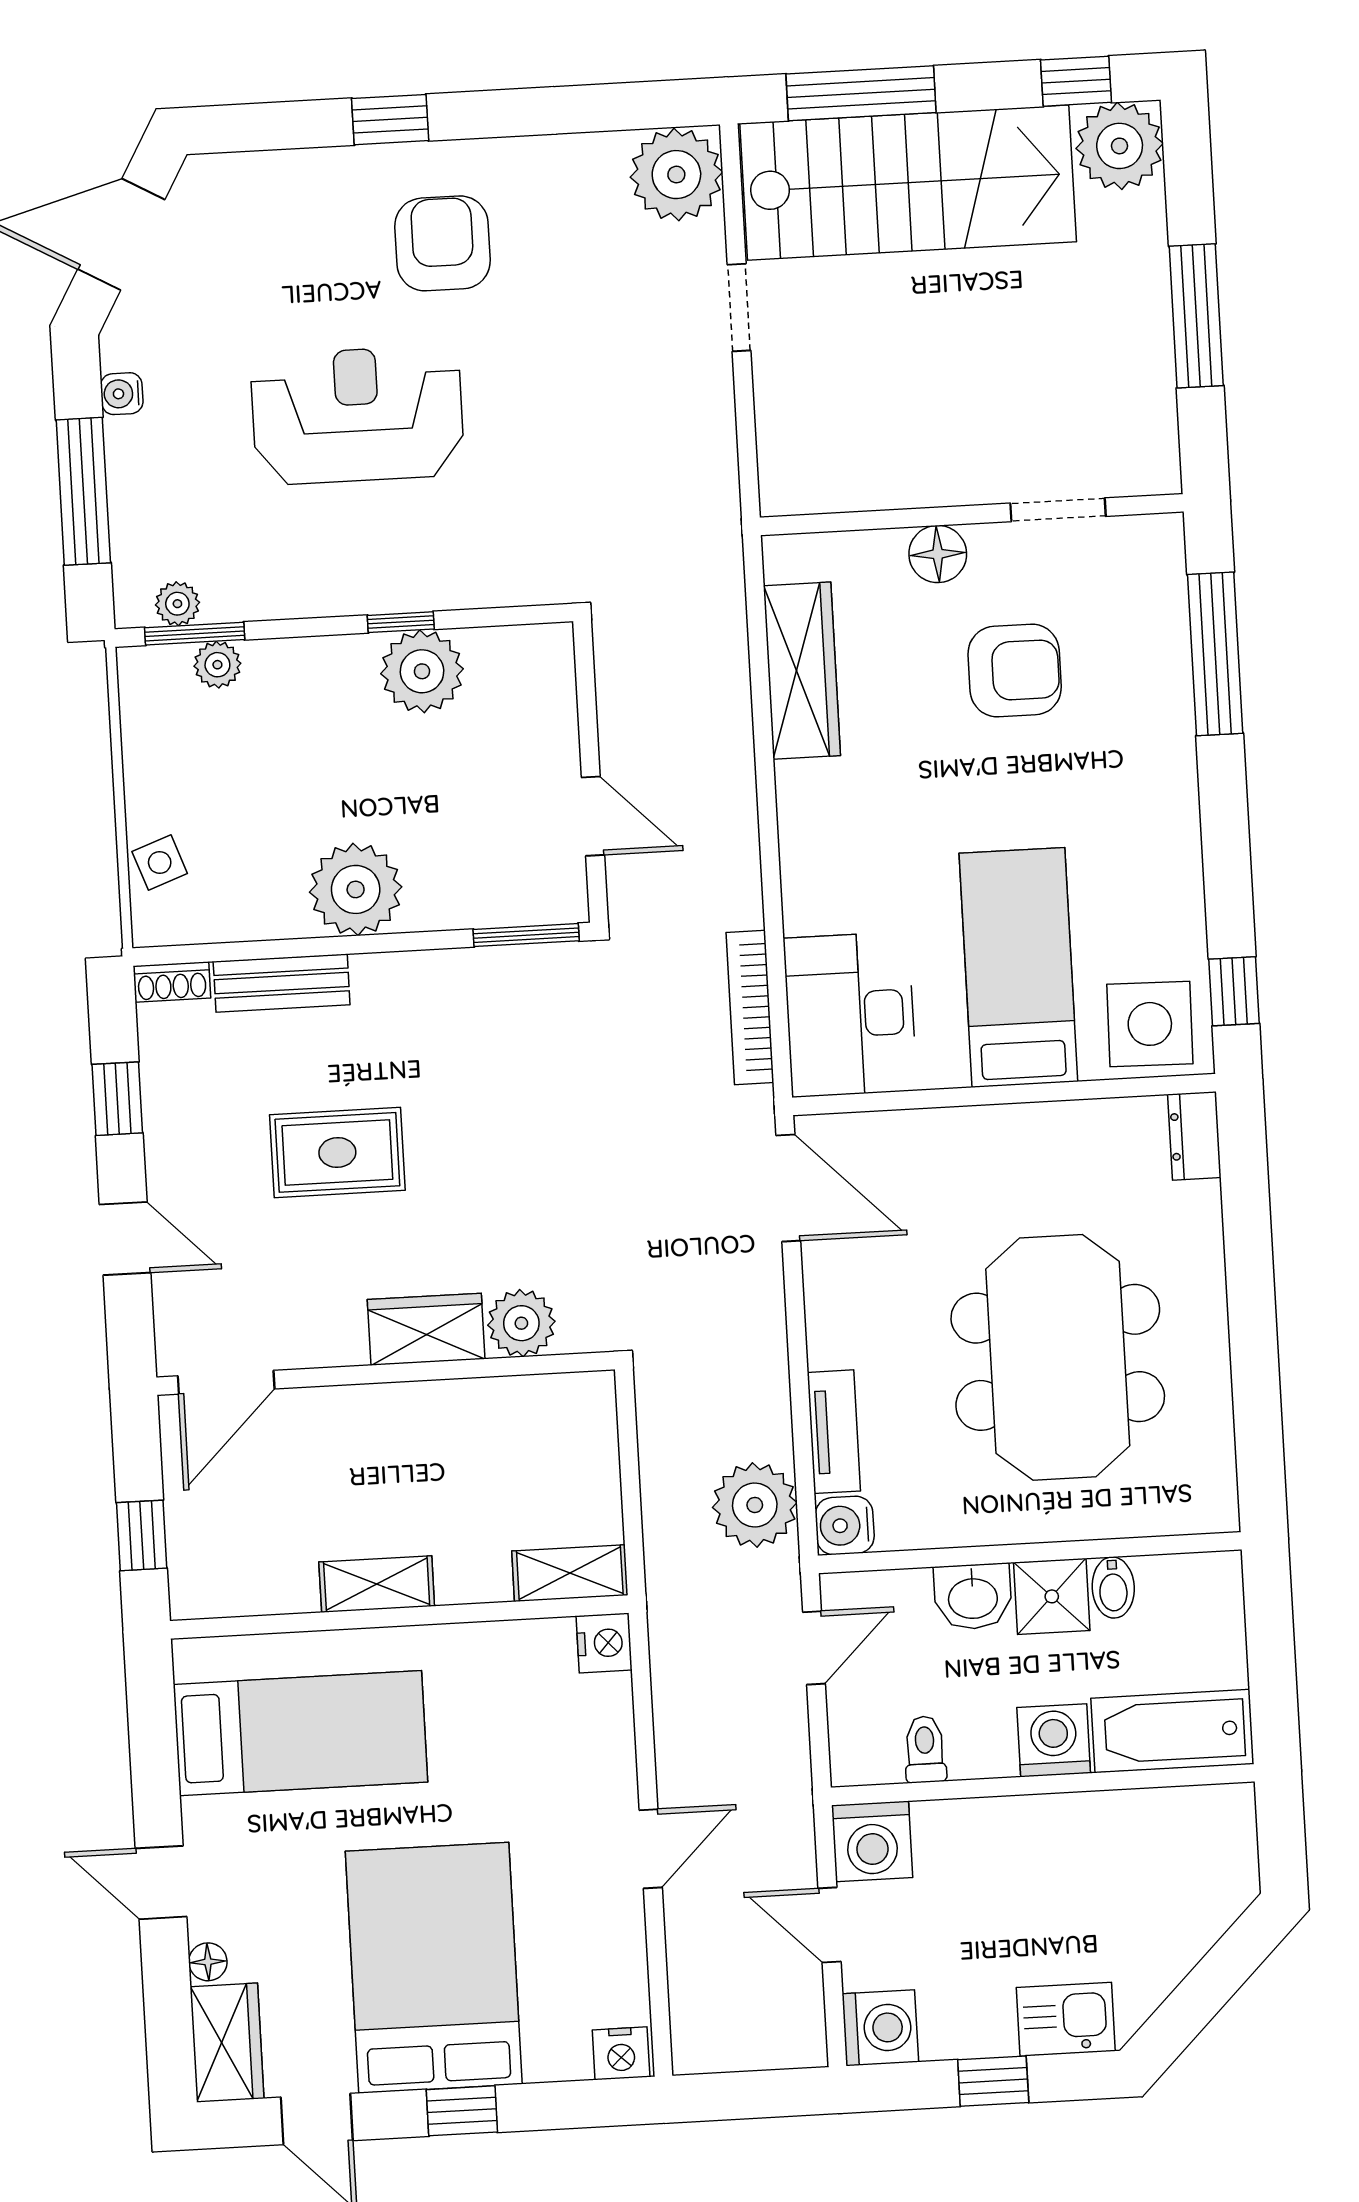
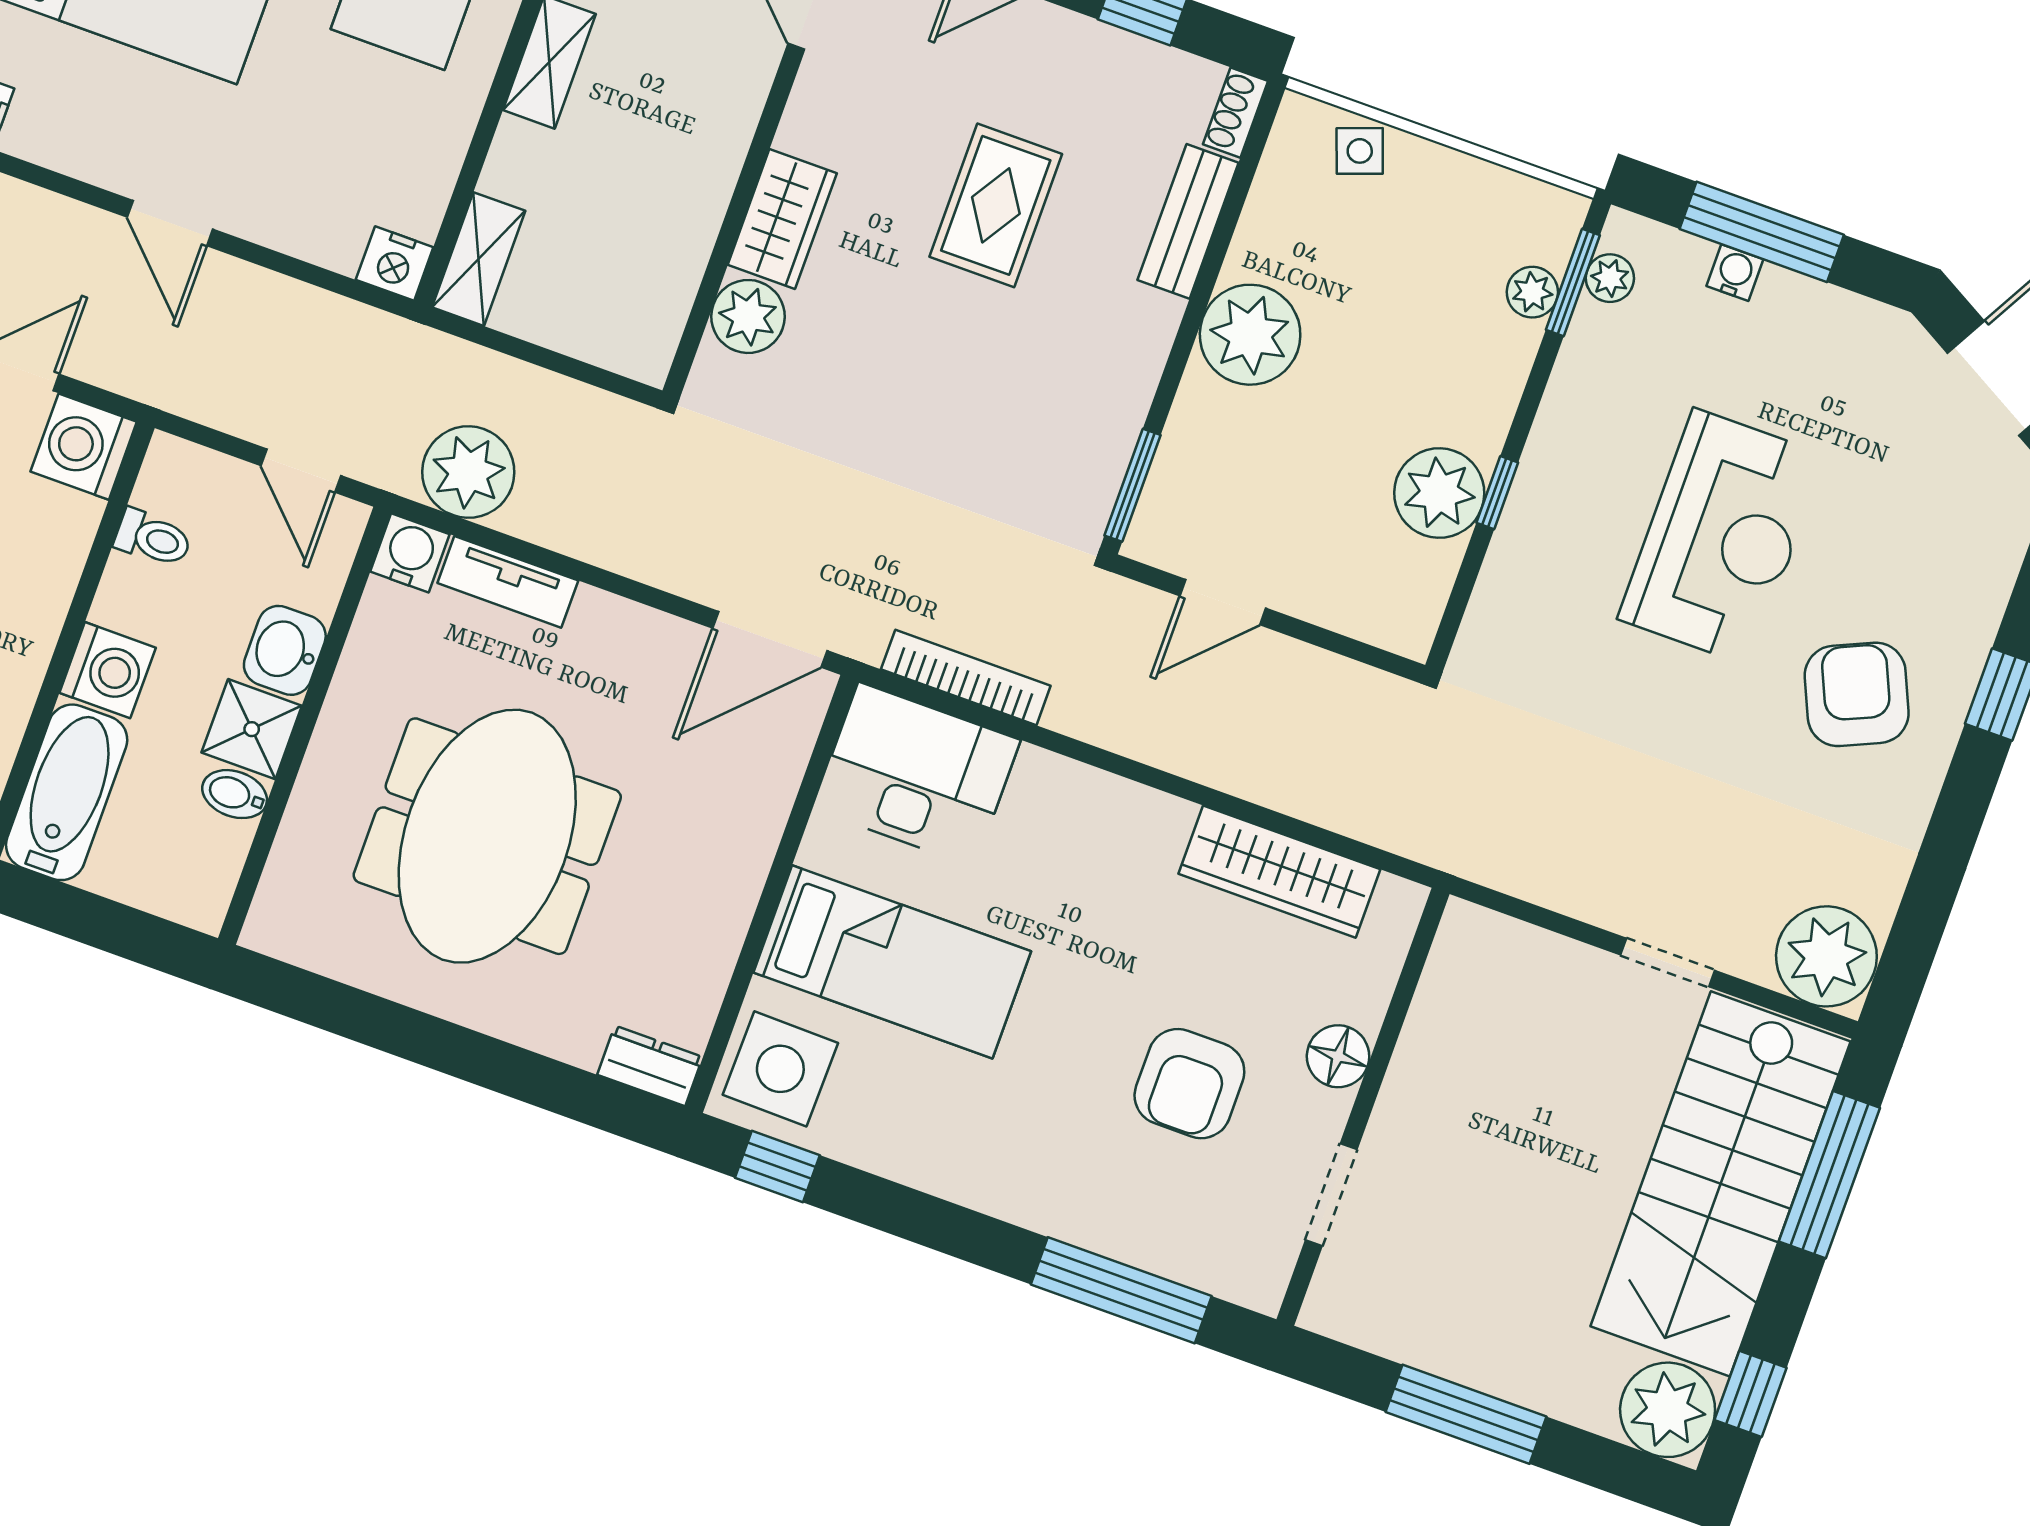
armchair: (443, 243) -> (1857, 694), turned -114
water cooler: (122, 394) -> (1735, 273), moved
meeting table: (1058, 1357) -> (487, 836), turned 90

